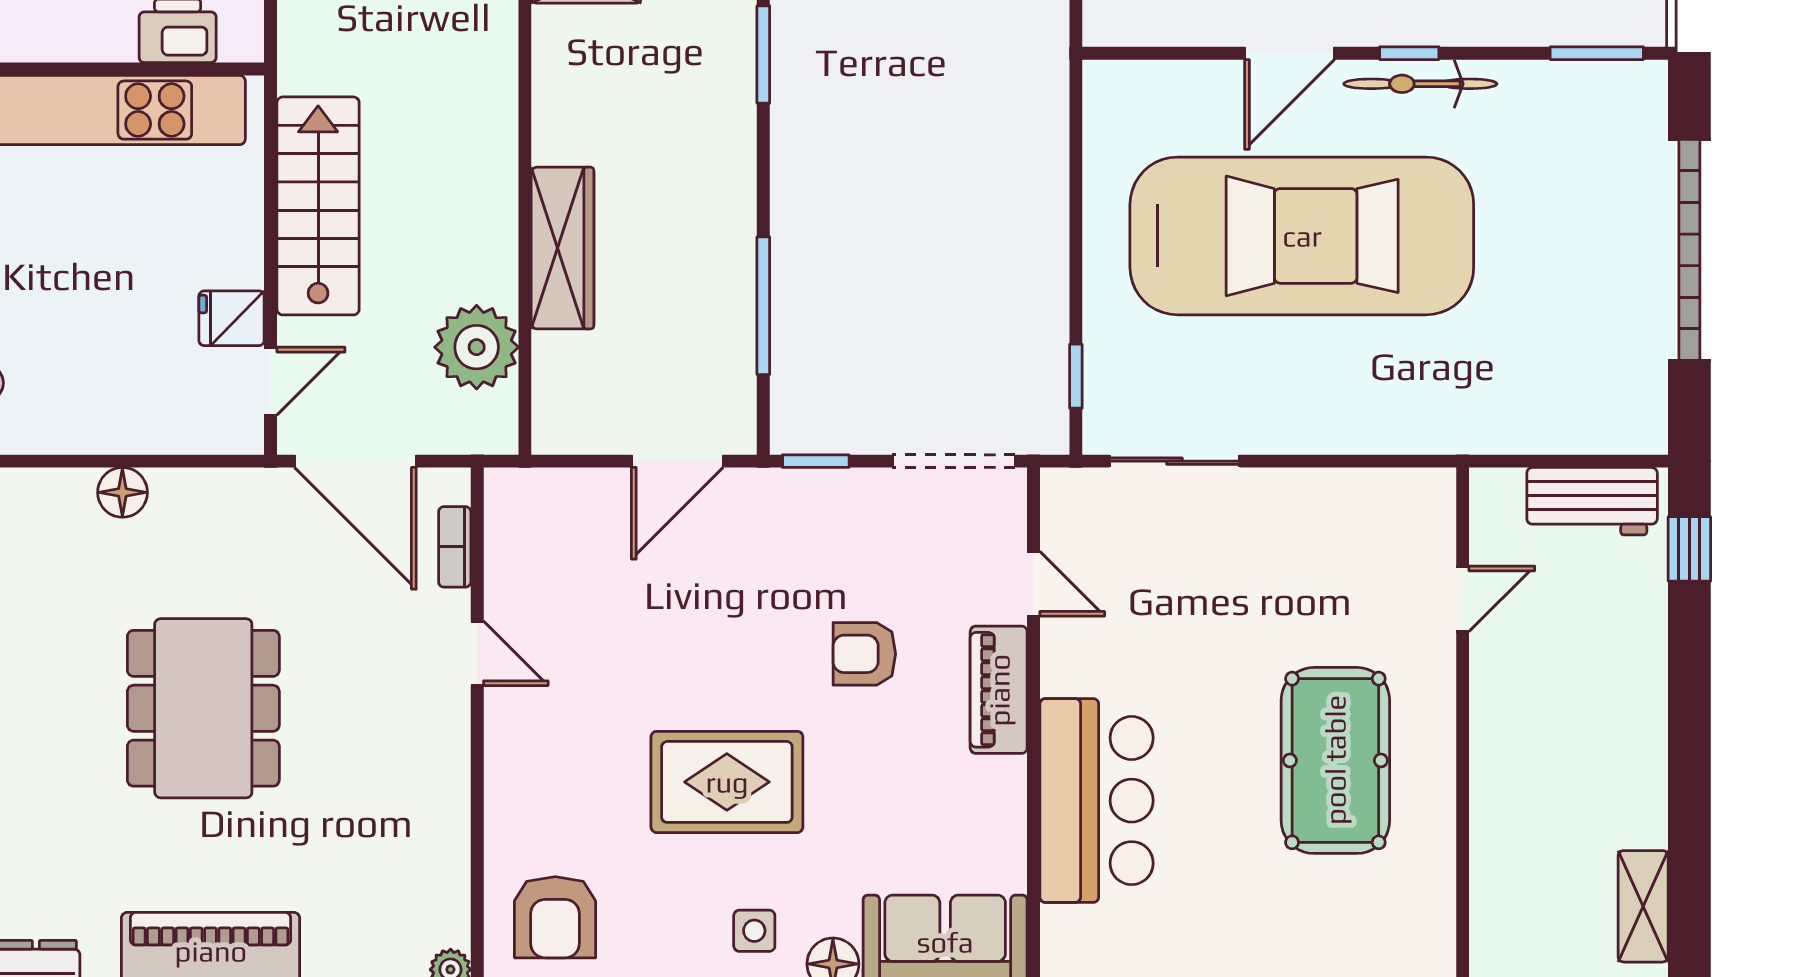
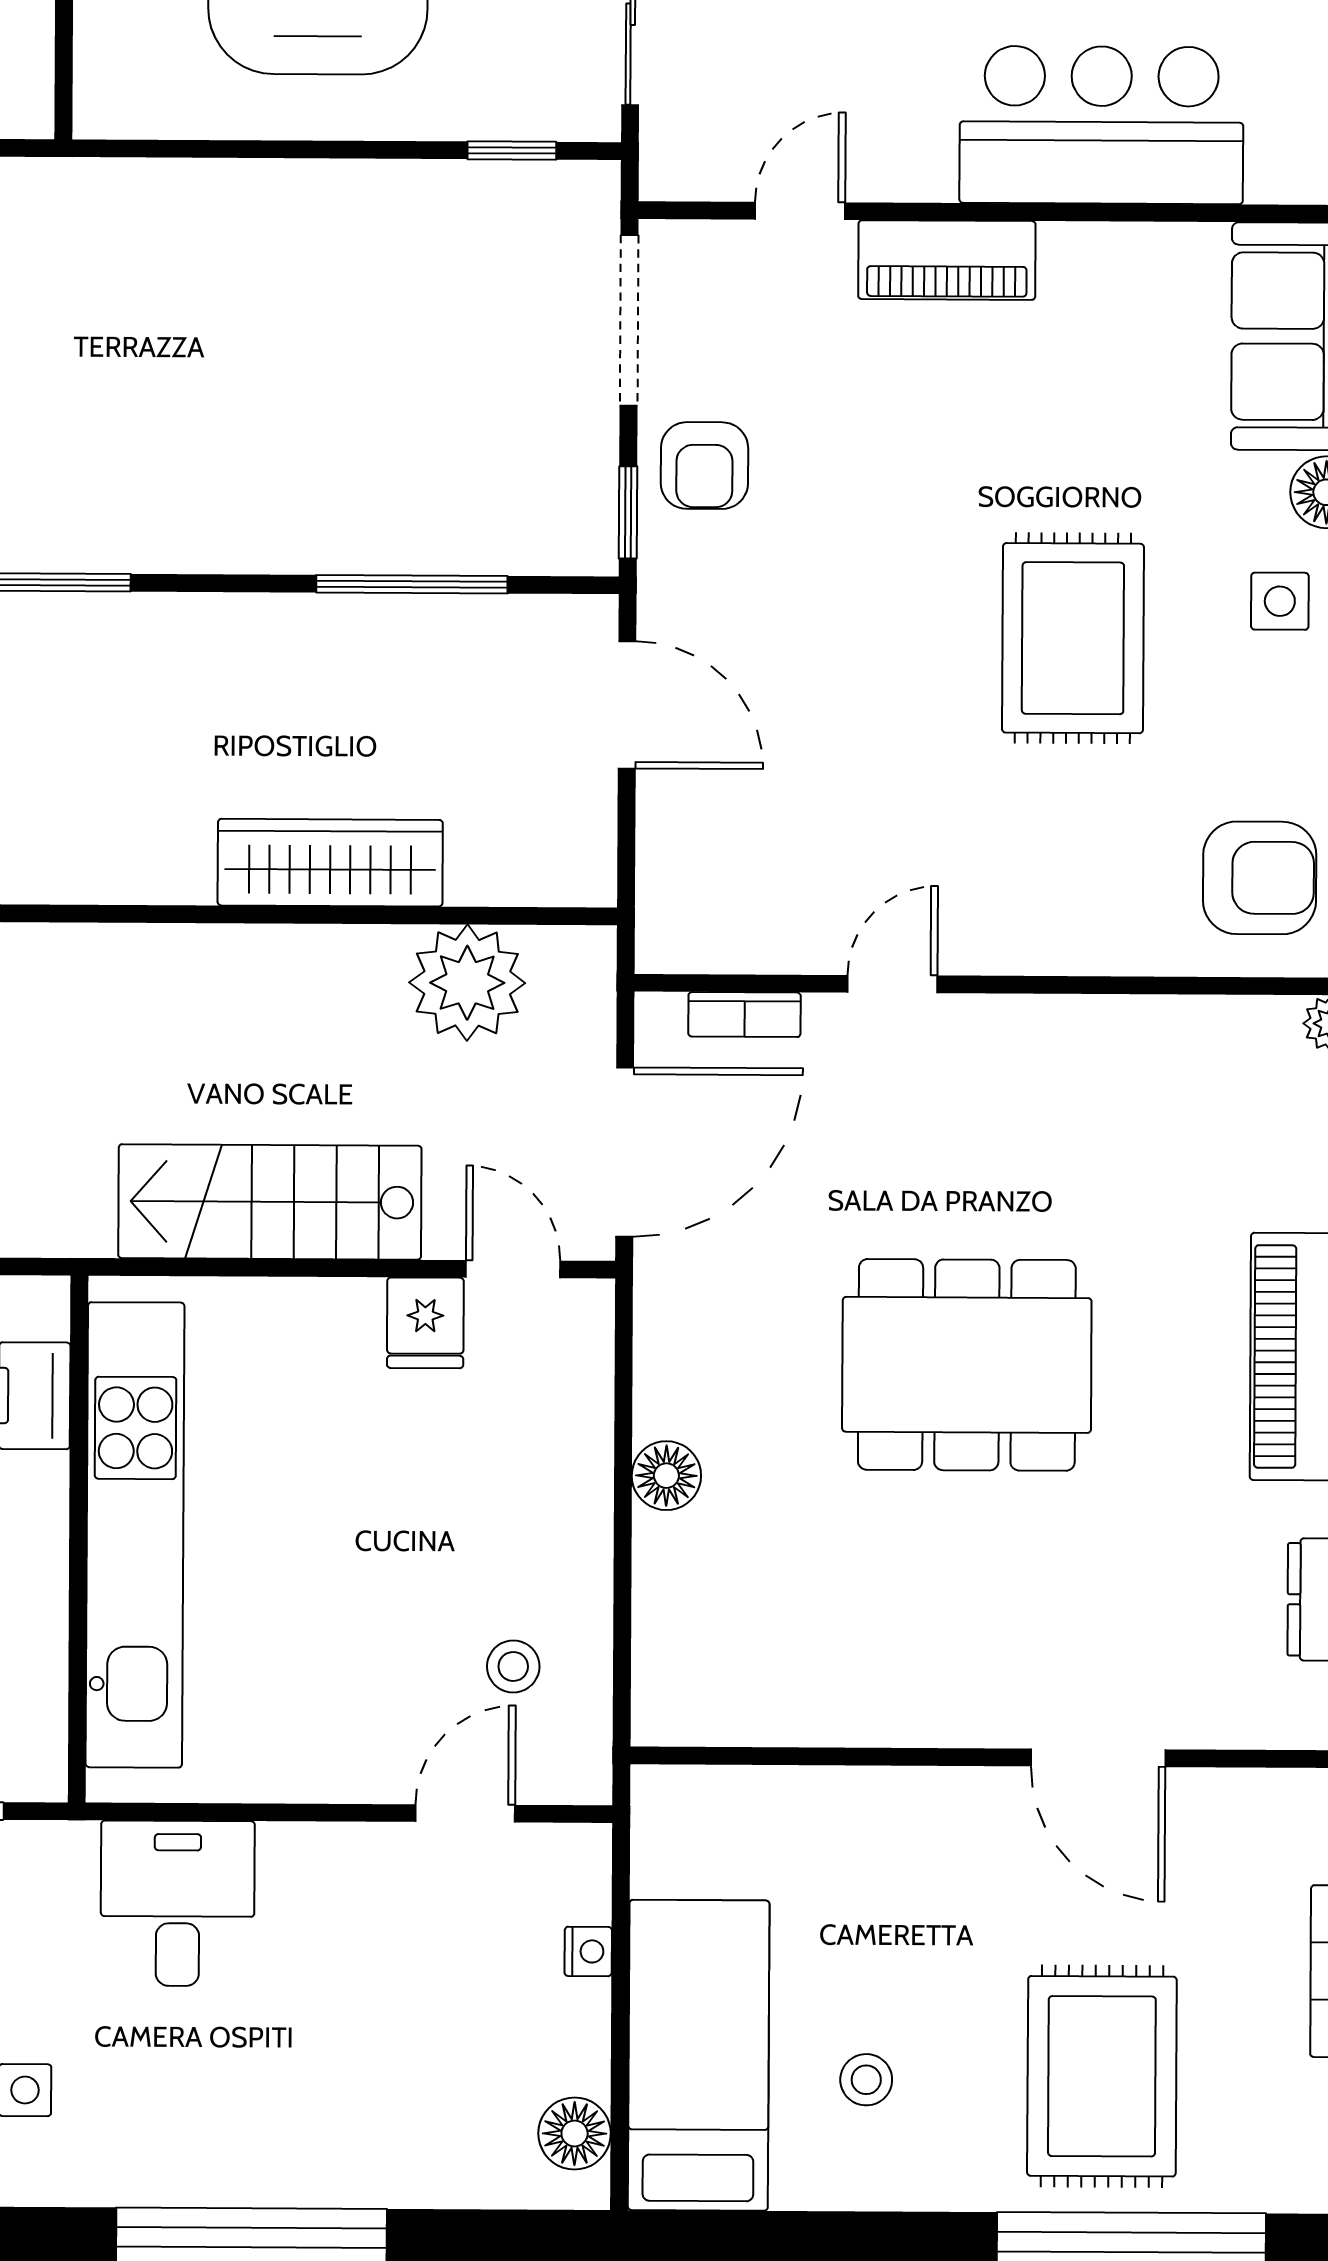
armchair: (864, 654) -> (704, 466), moved

